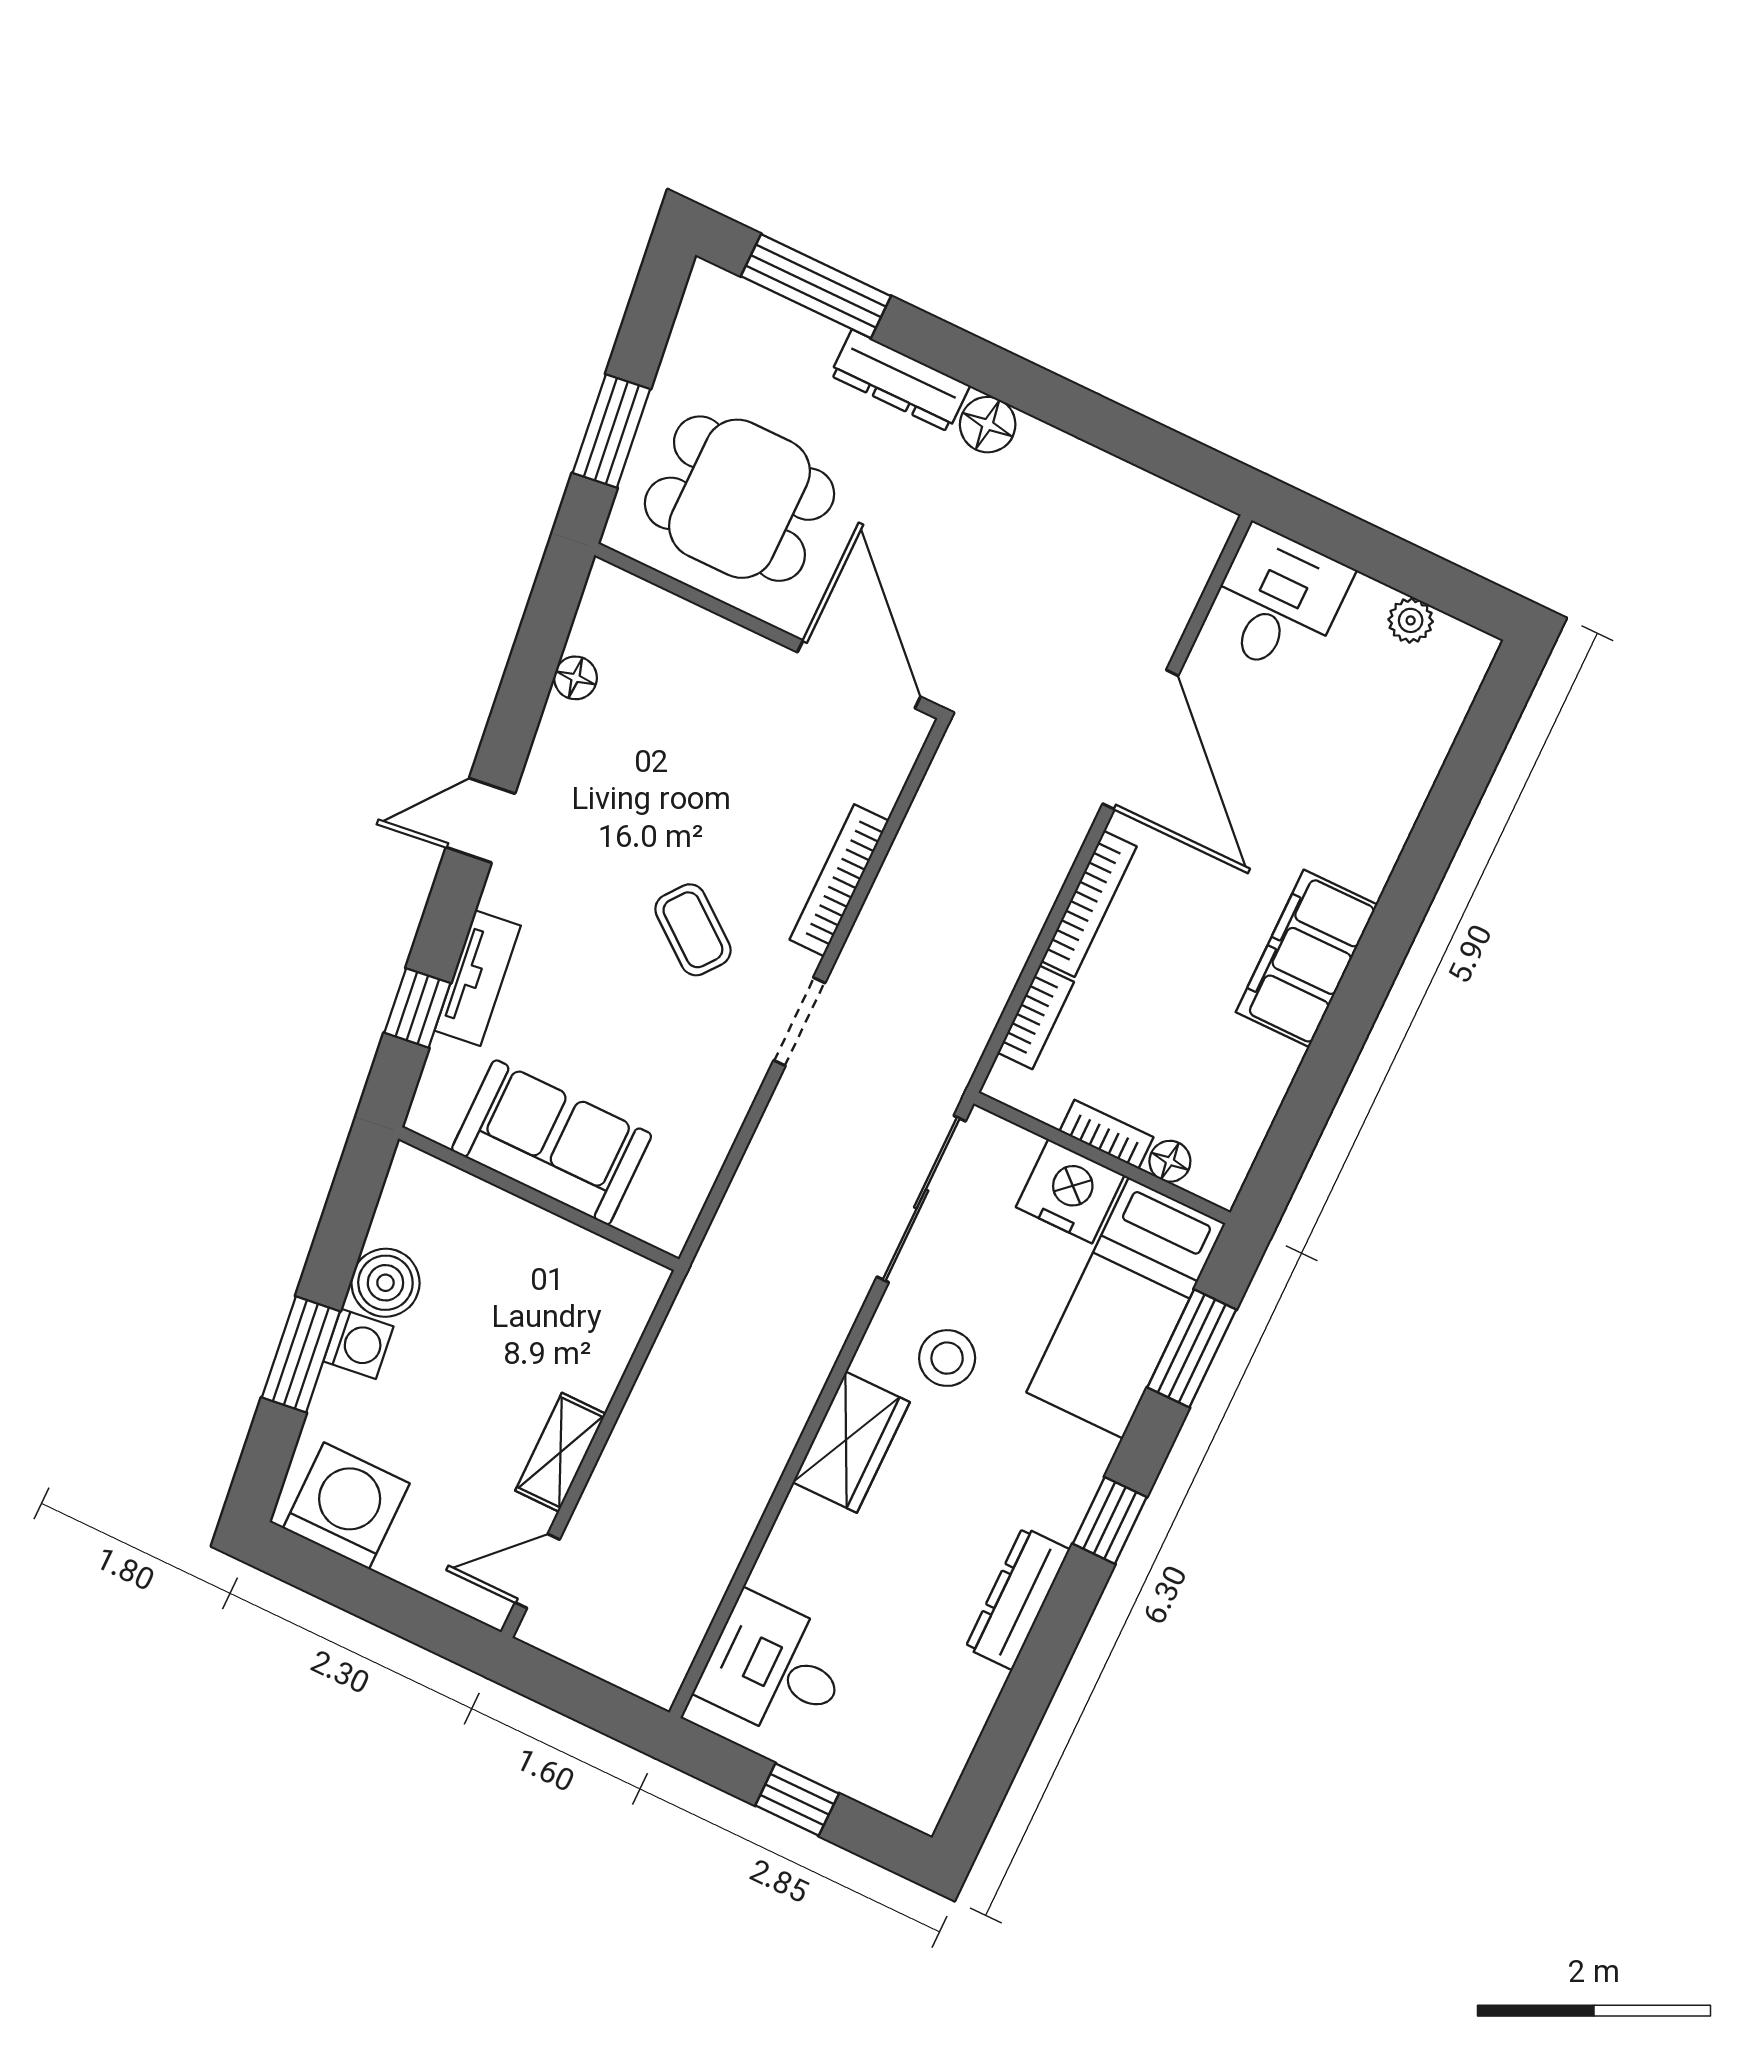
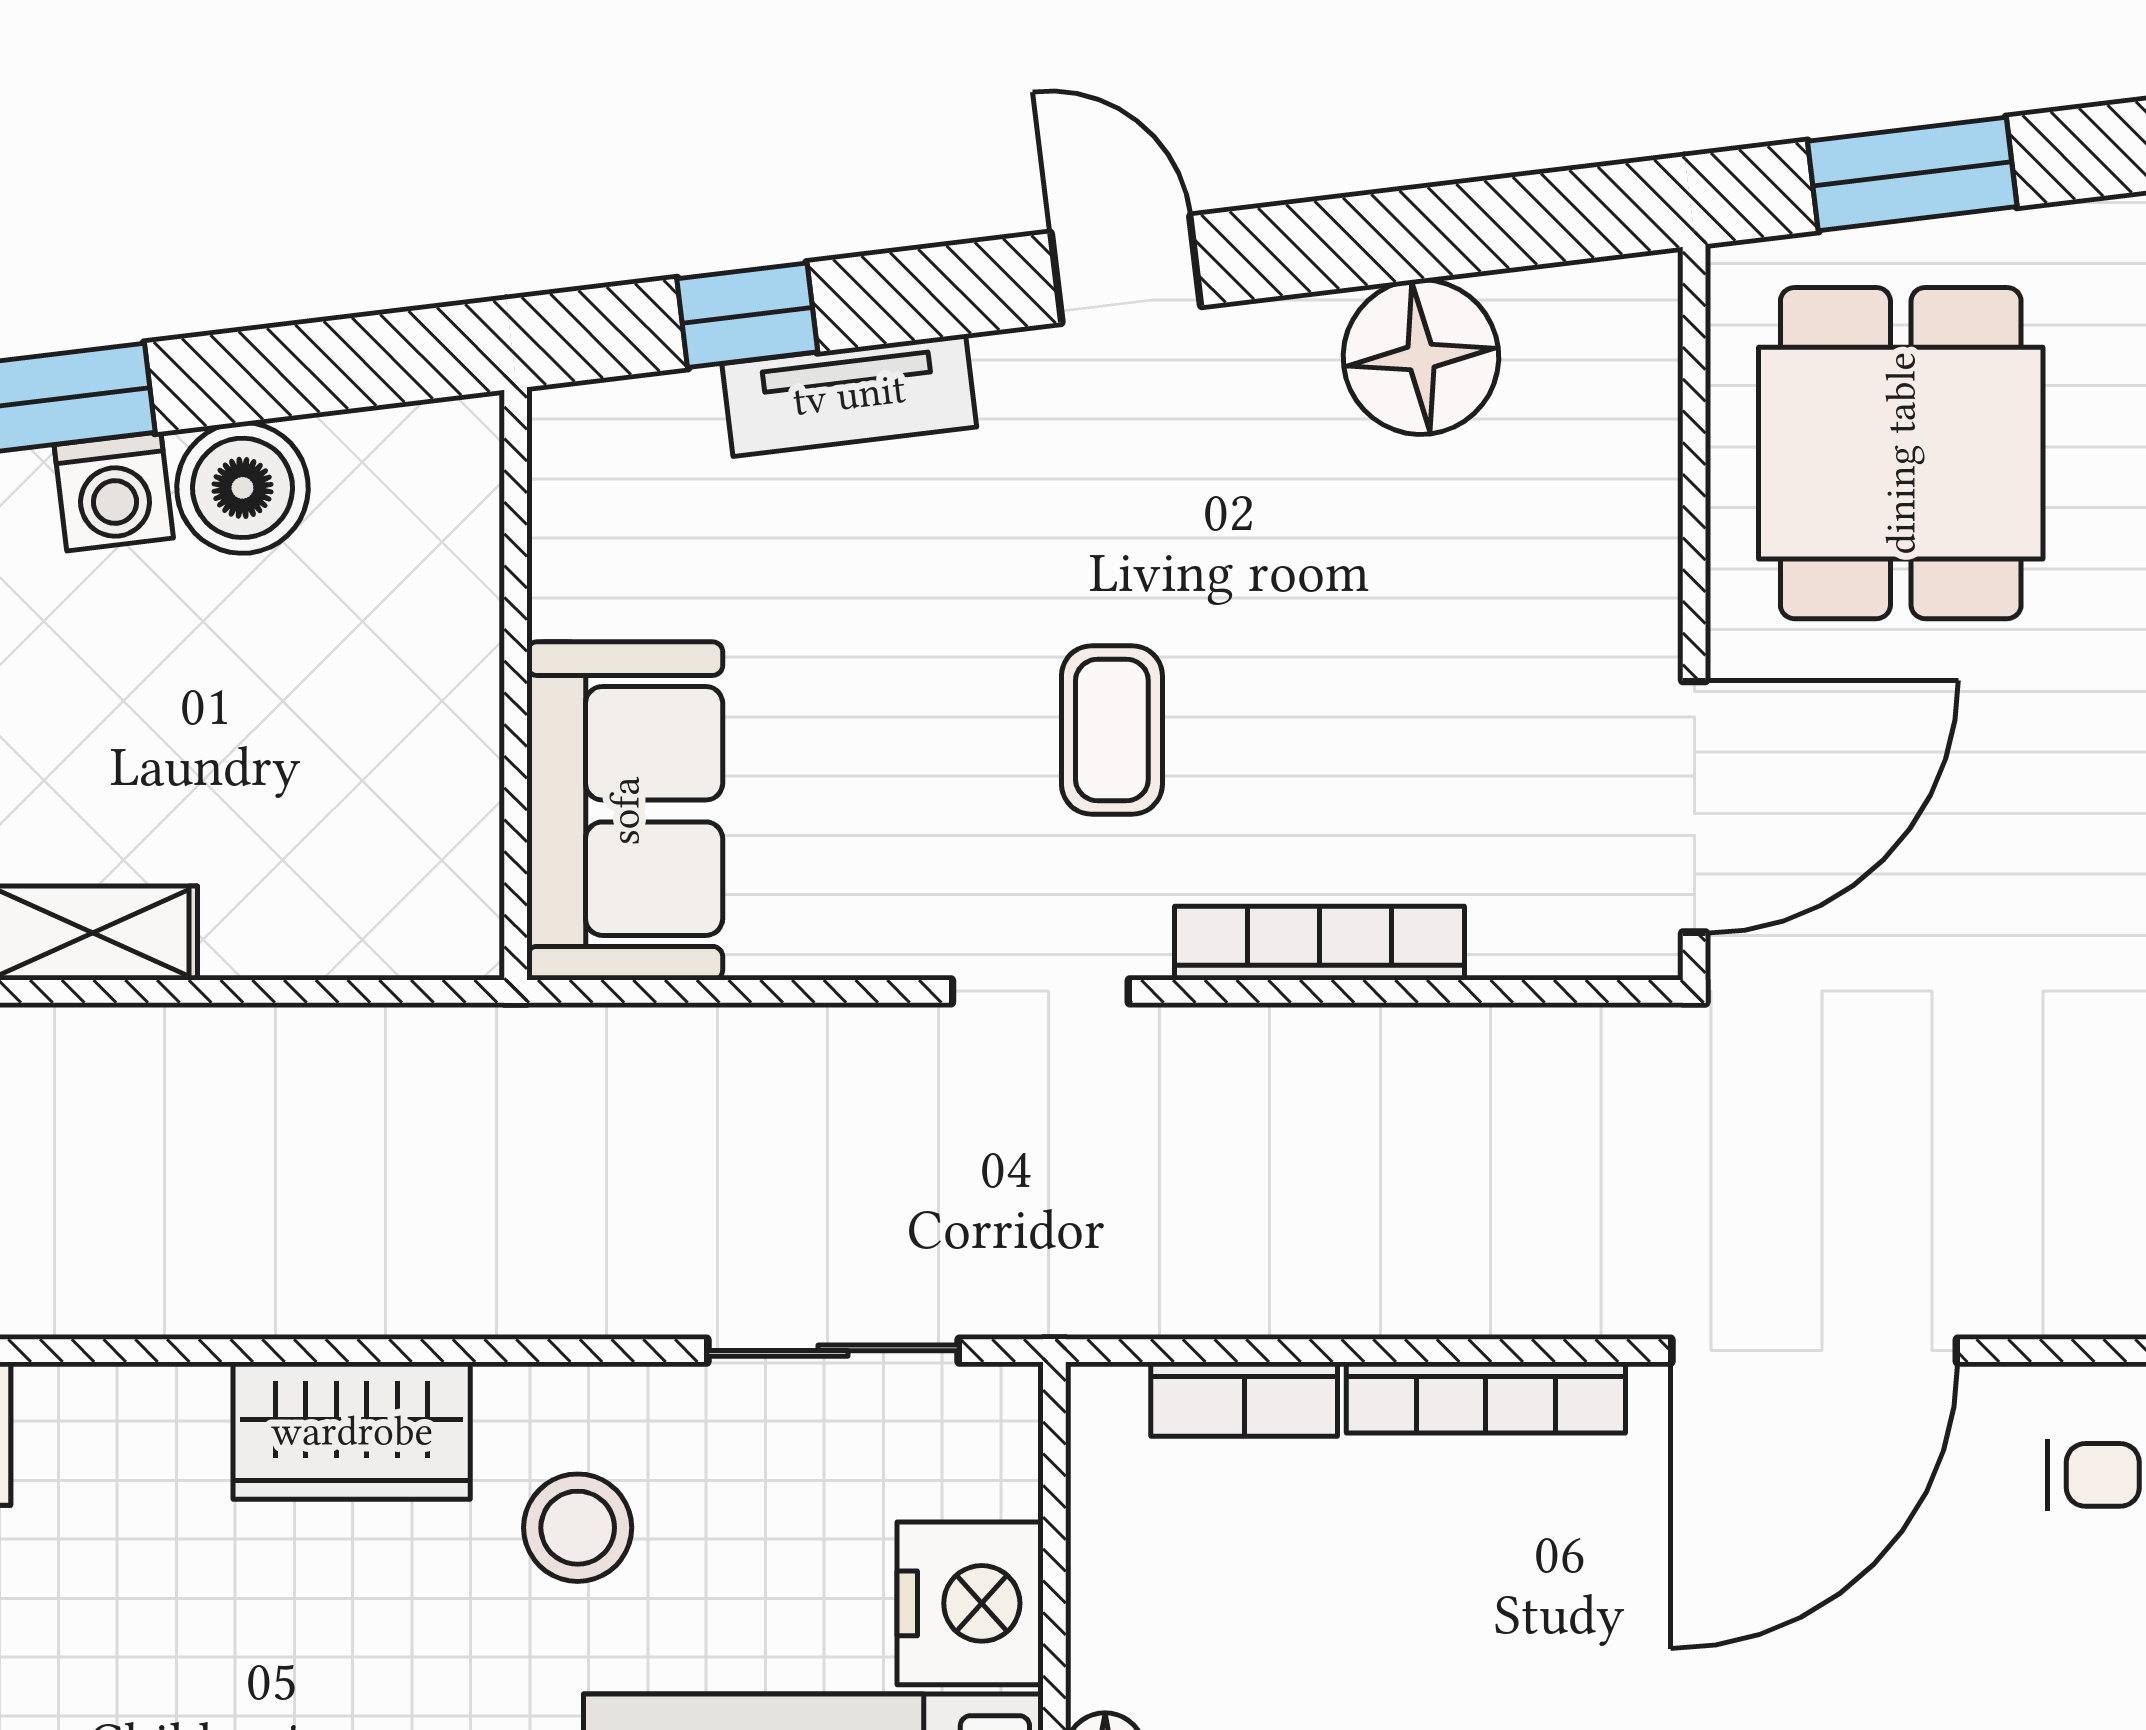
floor lamp: (575, 678) -> (1421, 357), width x1.89, depth x1.89
coffee table: (693, 930) -> (1112, 730), turned -38
bookcase: (1106, 1134) -> (1099, 1619), removed
sofa: (552, 1142) -> (625, 811), moved
sliding door: (921, 1199) -> (833, 1351), width x0.73

